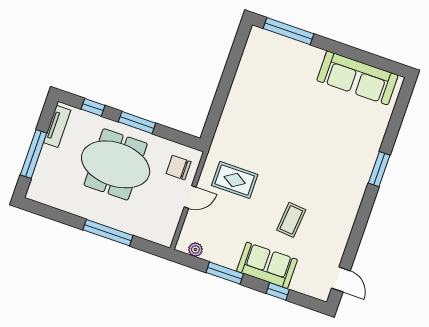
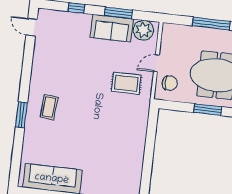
coffee table: (291, 220) -> (49, 107), moved
plant: (195, 249) -> (143, 30), width x1.88, depth x1.88
sofa: (267, 265) -> (112, 28), moved

